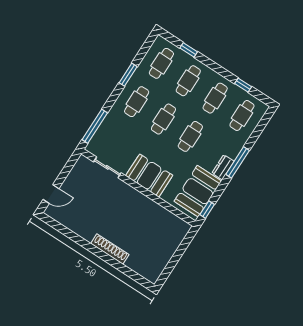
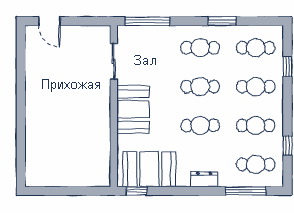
window: (238, 162) -> (246, 191), moved
dresser: (223, 167) -> (204, 179), moved
shoe rack: (110, 249) -> (32, 118), removed

